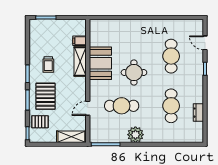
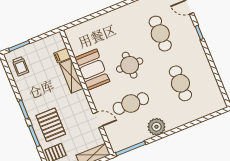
trolley: (48, 64) -> (20, 66), moved
door: (88, 108) -> (98, 120), swing flipped
dresser: (198, 113) -> (211, 79), removed

